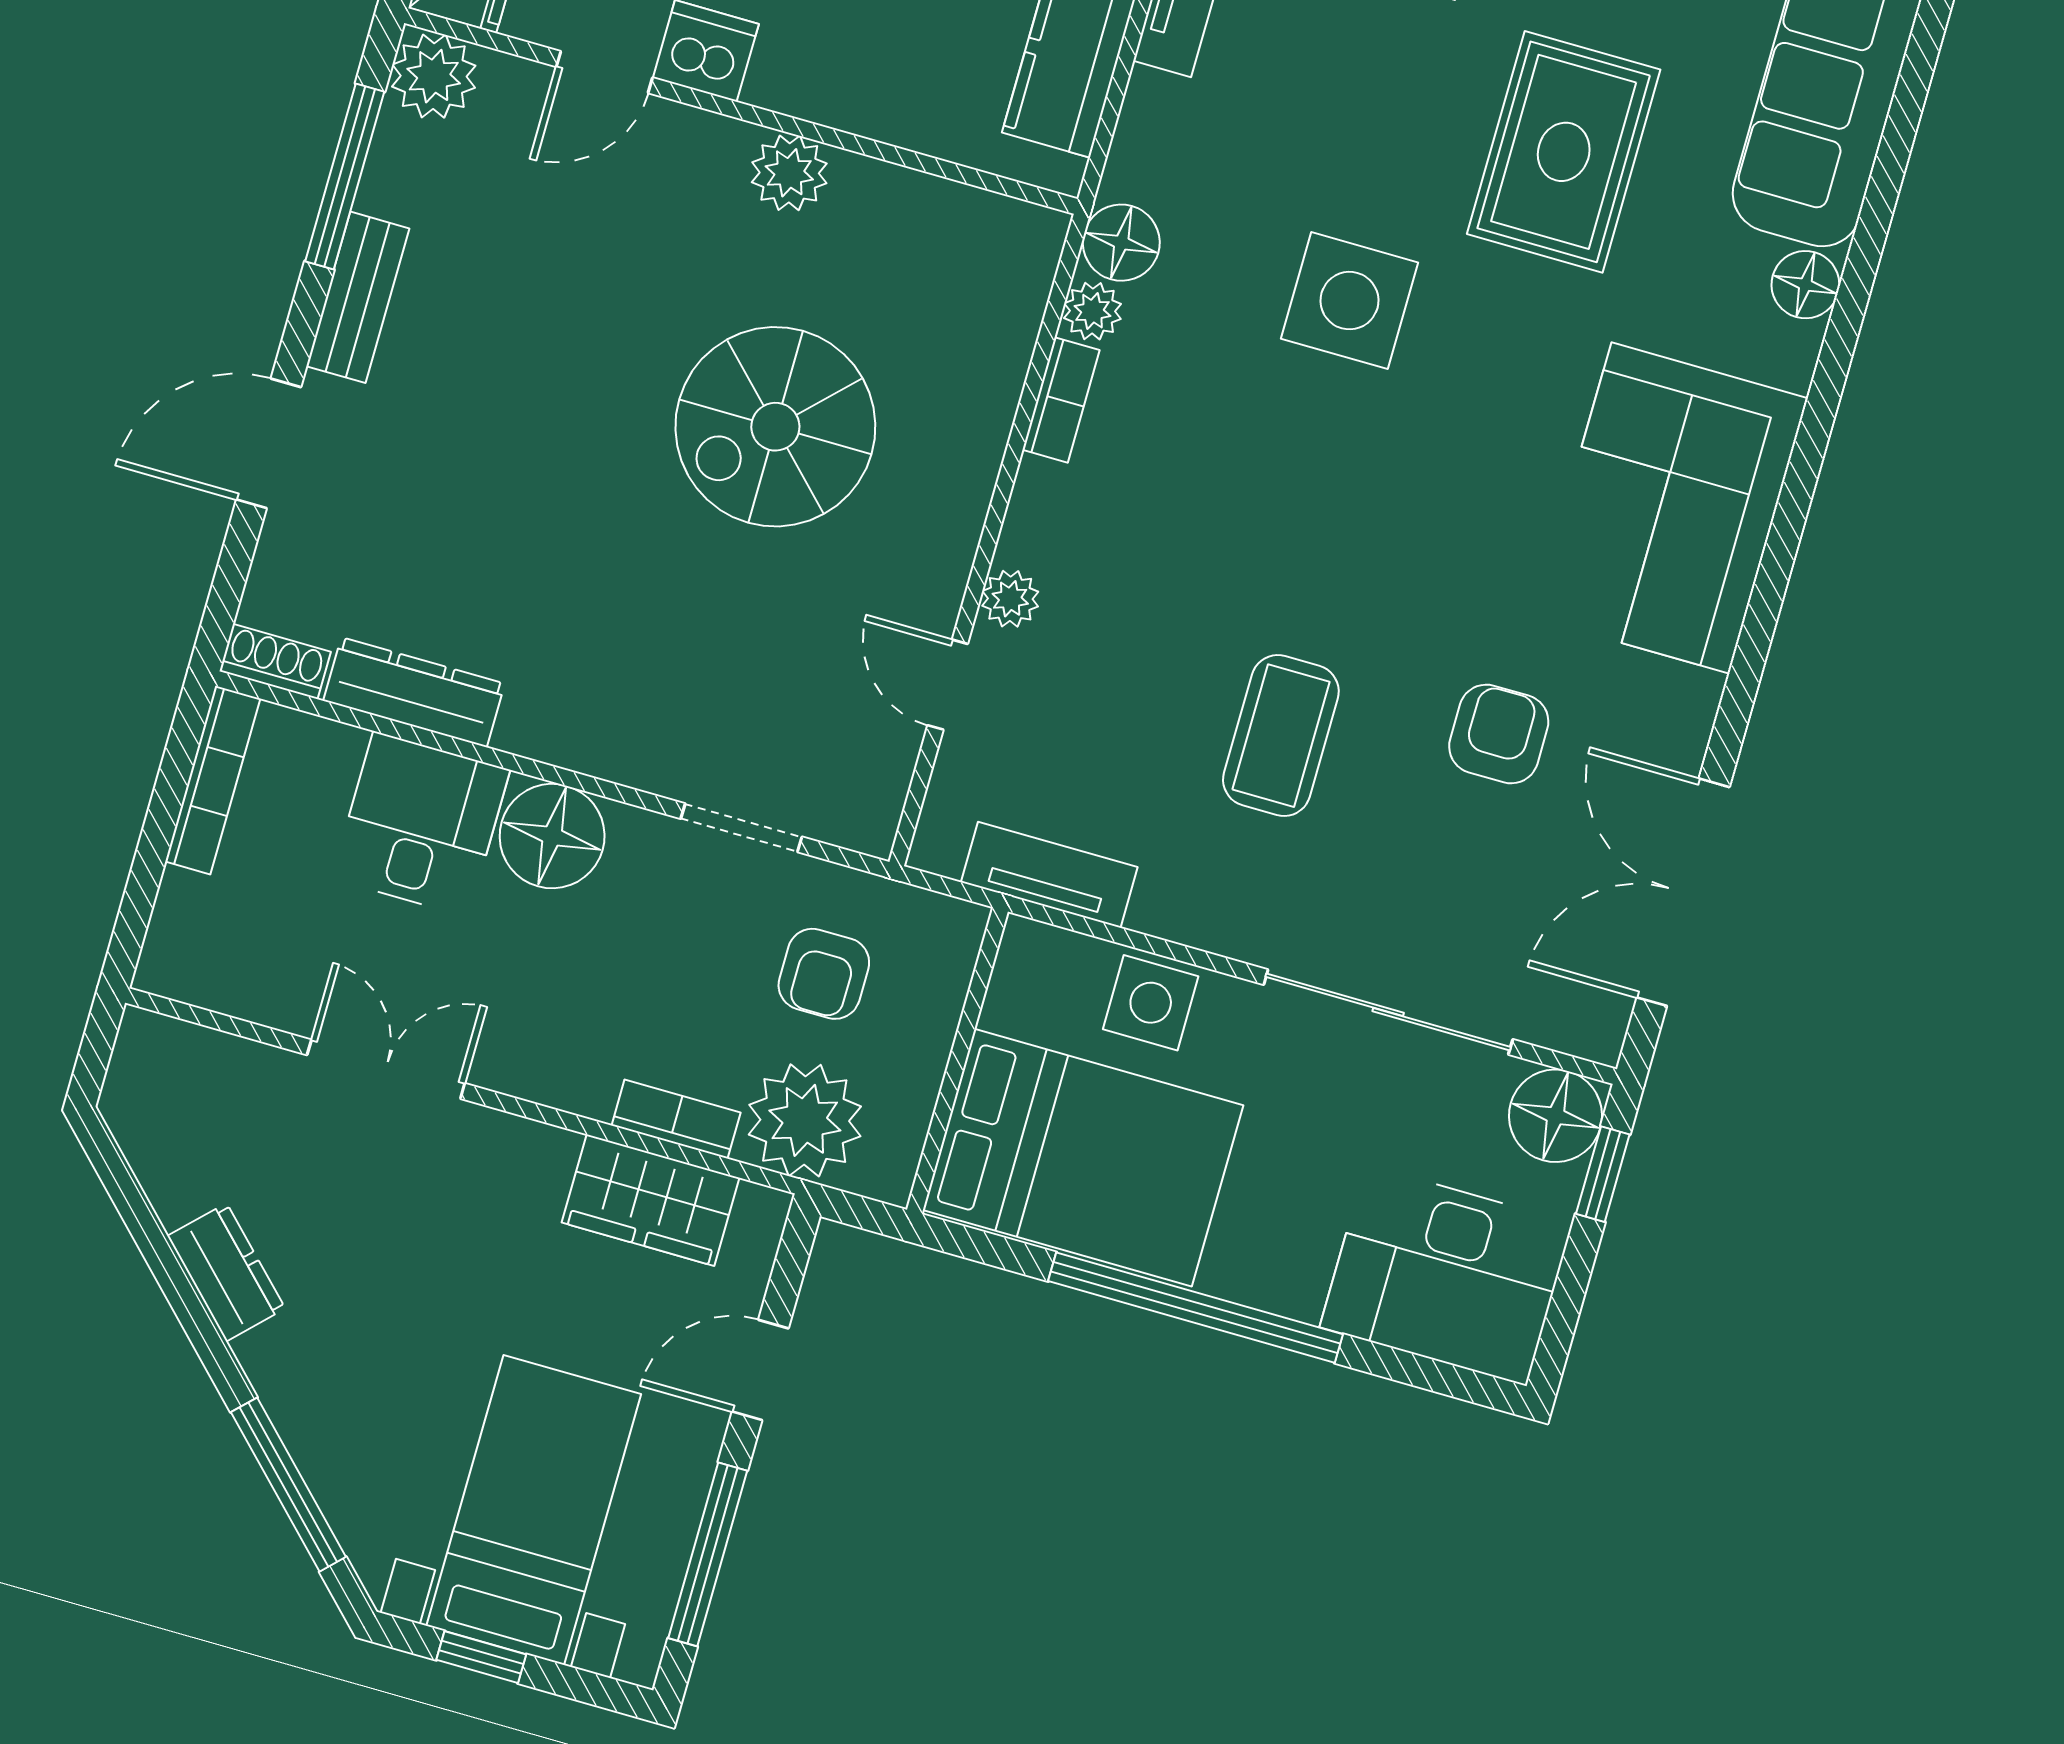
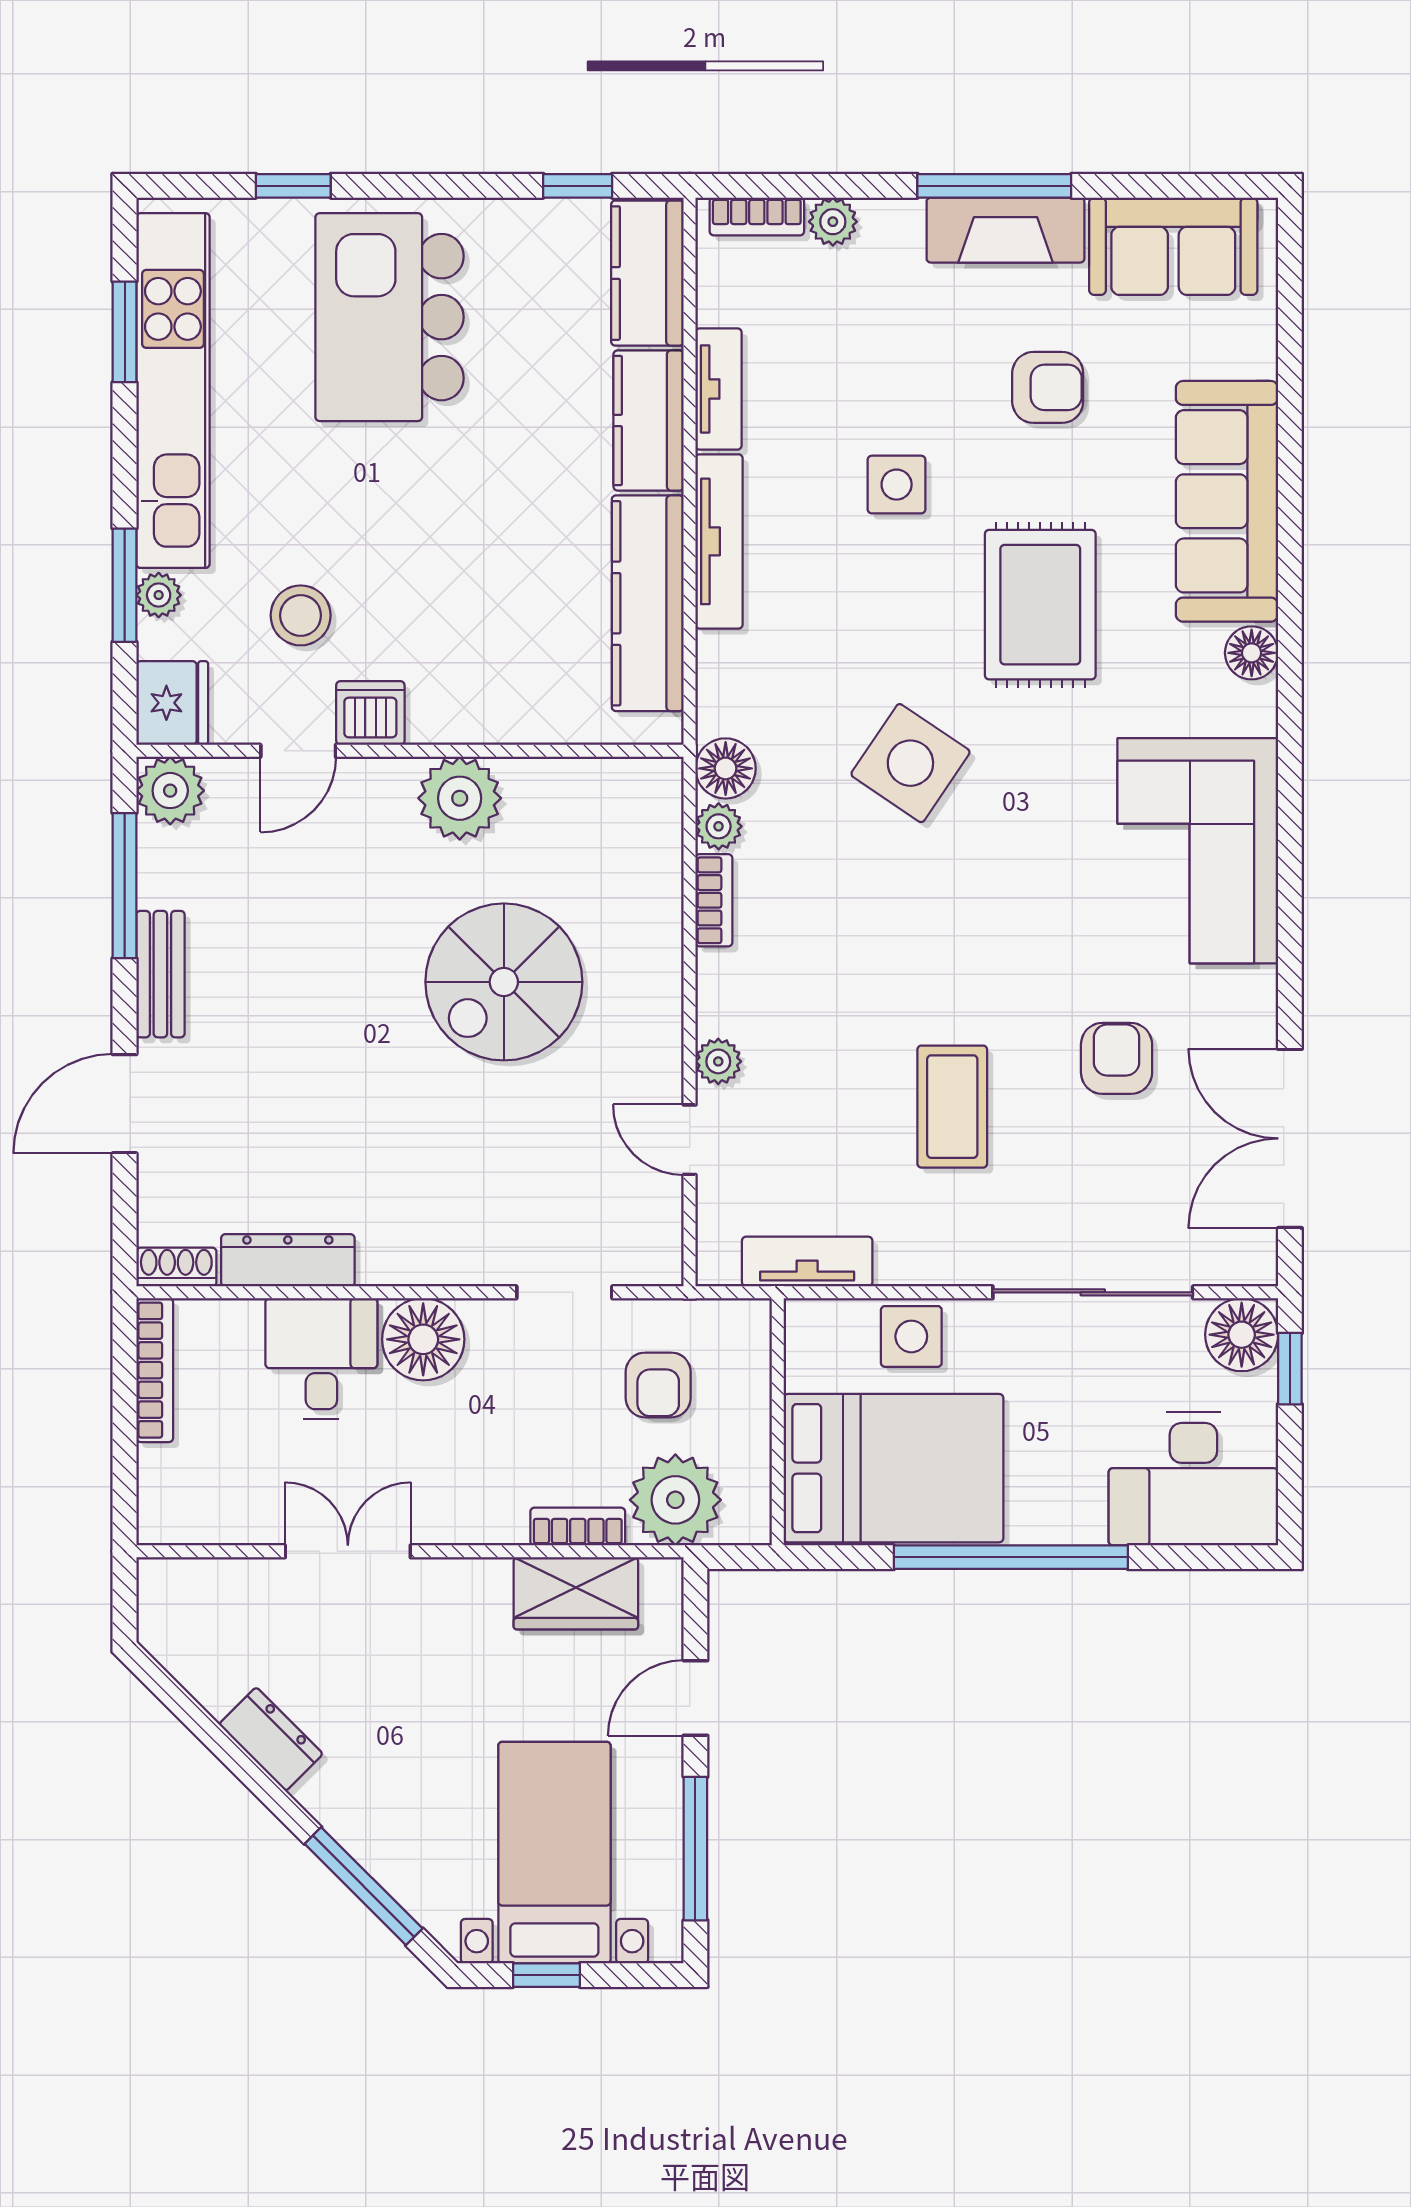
plant: (789, 173) -> (460, 798), width x1.36, depth x1.36
side table: (1349, 301) -> (910, 763), turned 34

